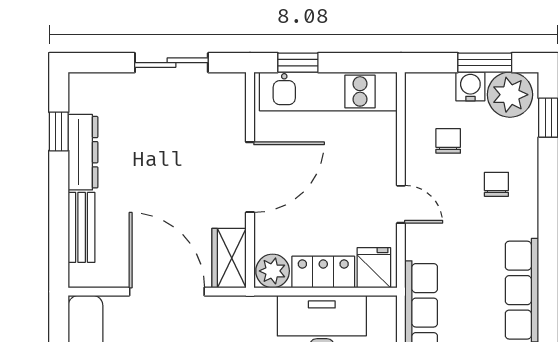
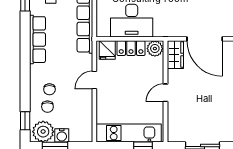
chair: (448, 141) -> (47, 107), moved
door: (250, 177) -> (165, 93), width x0.53
door: (401, 204) -> (94, 80), hinge flipped

